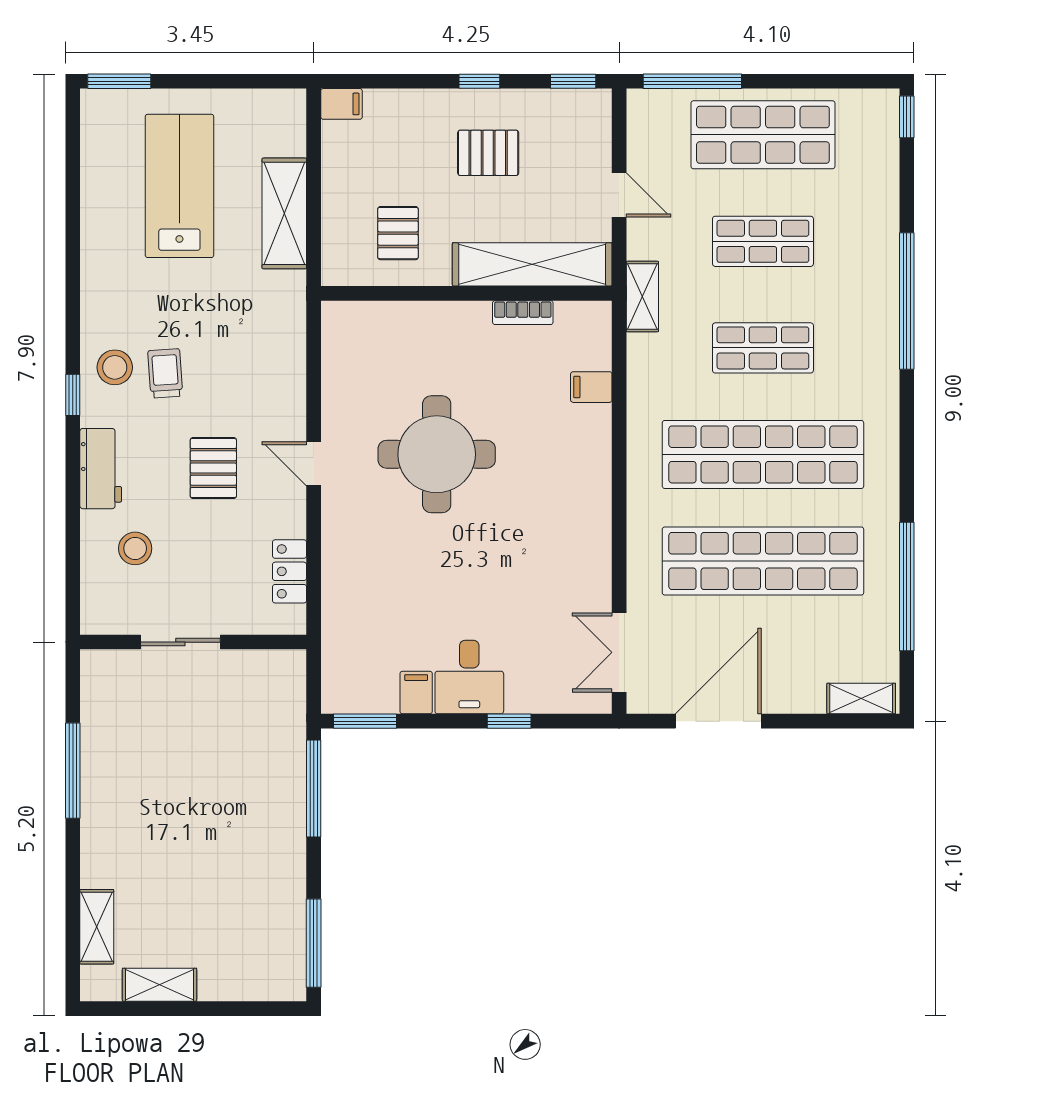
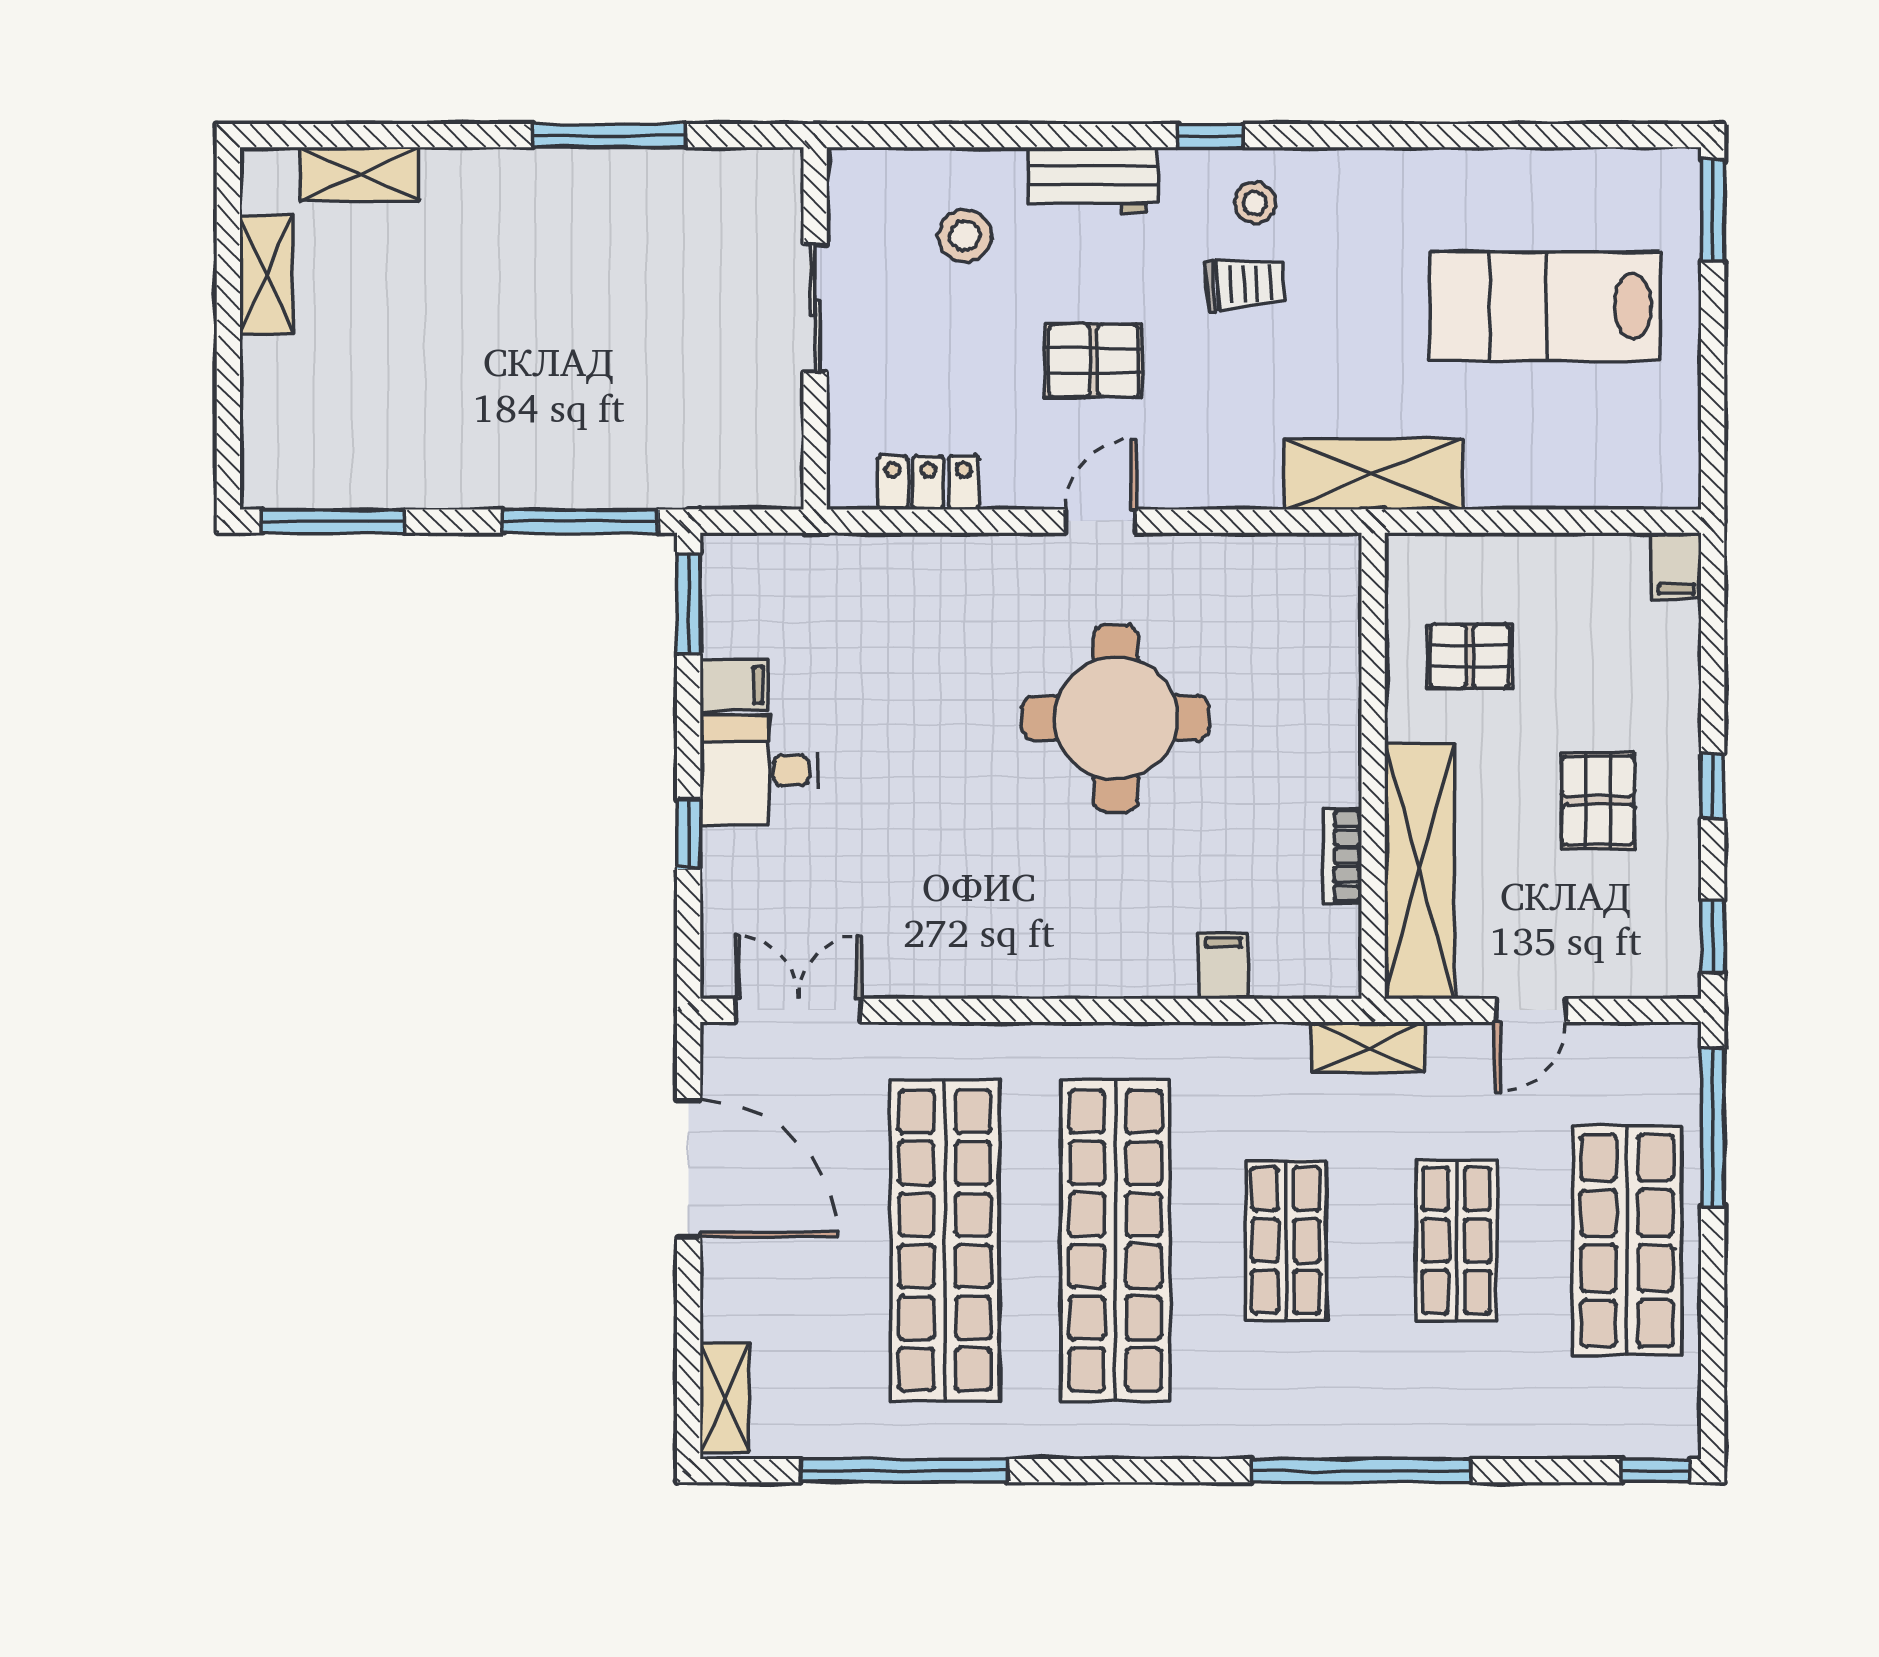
lab bench: (179, 186) -> (1545, 306), turned 180
shelving: (284, 213) -> (1373, 474), moved
stool: (115, 367) -> (1255, 203), width x0.73, depth x0.73

